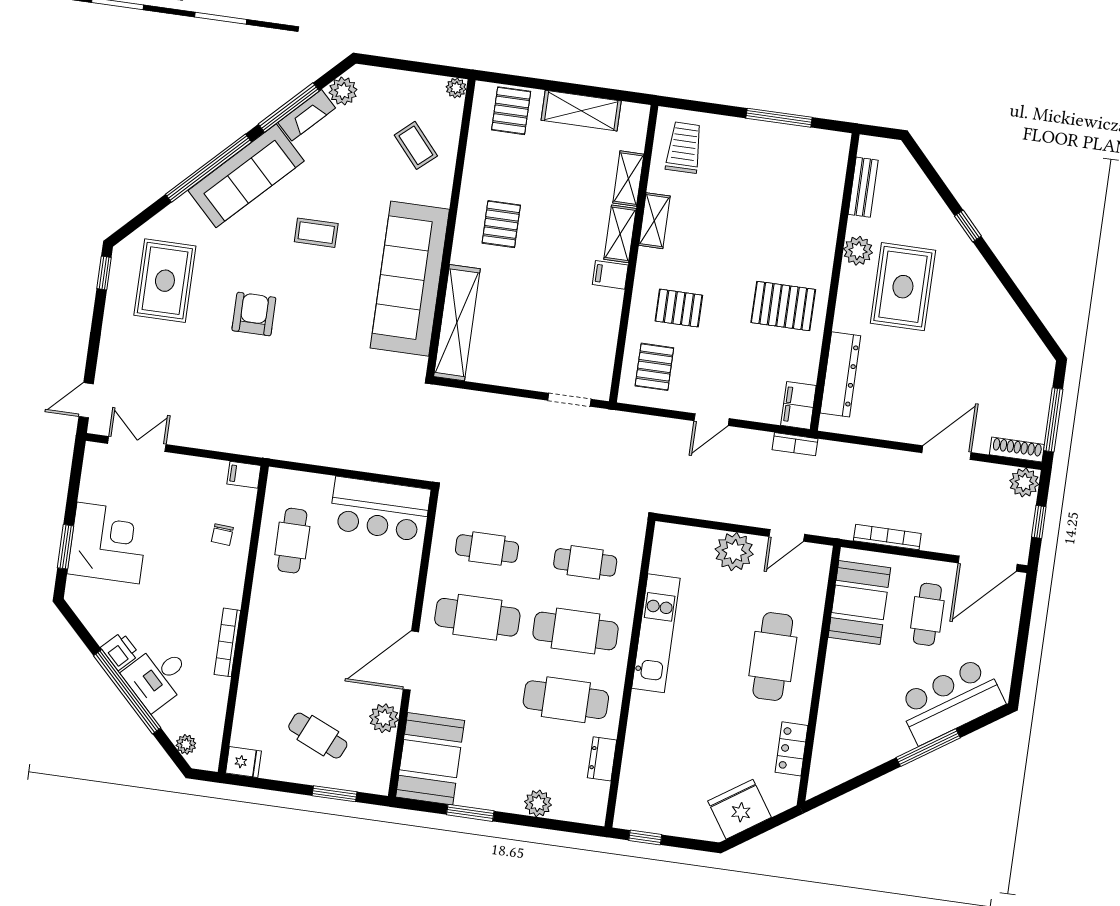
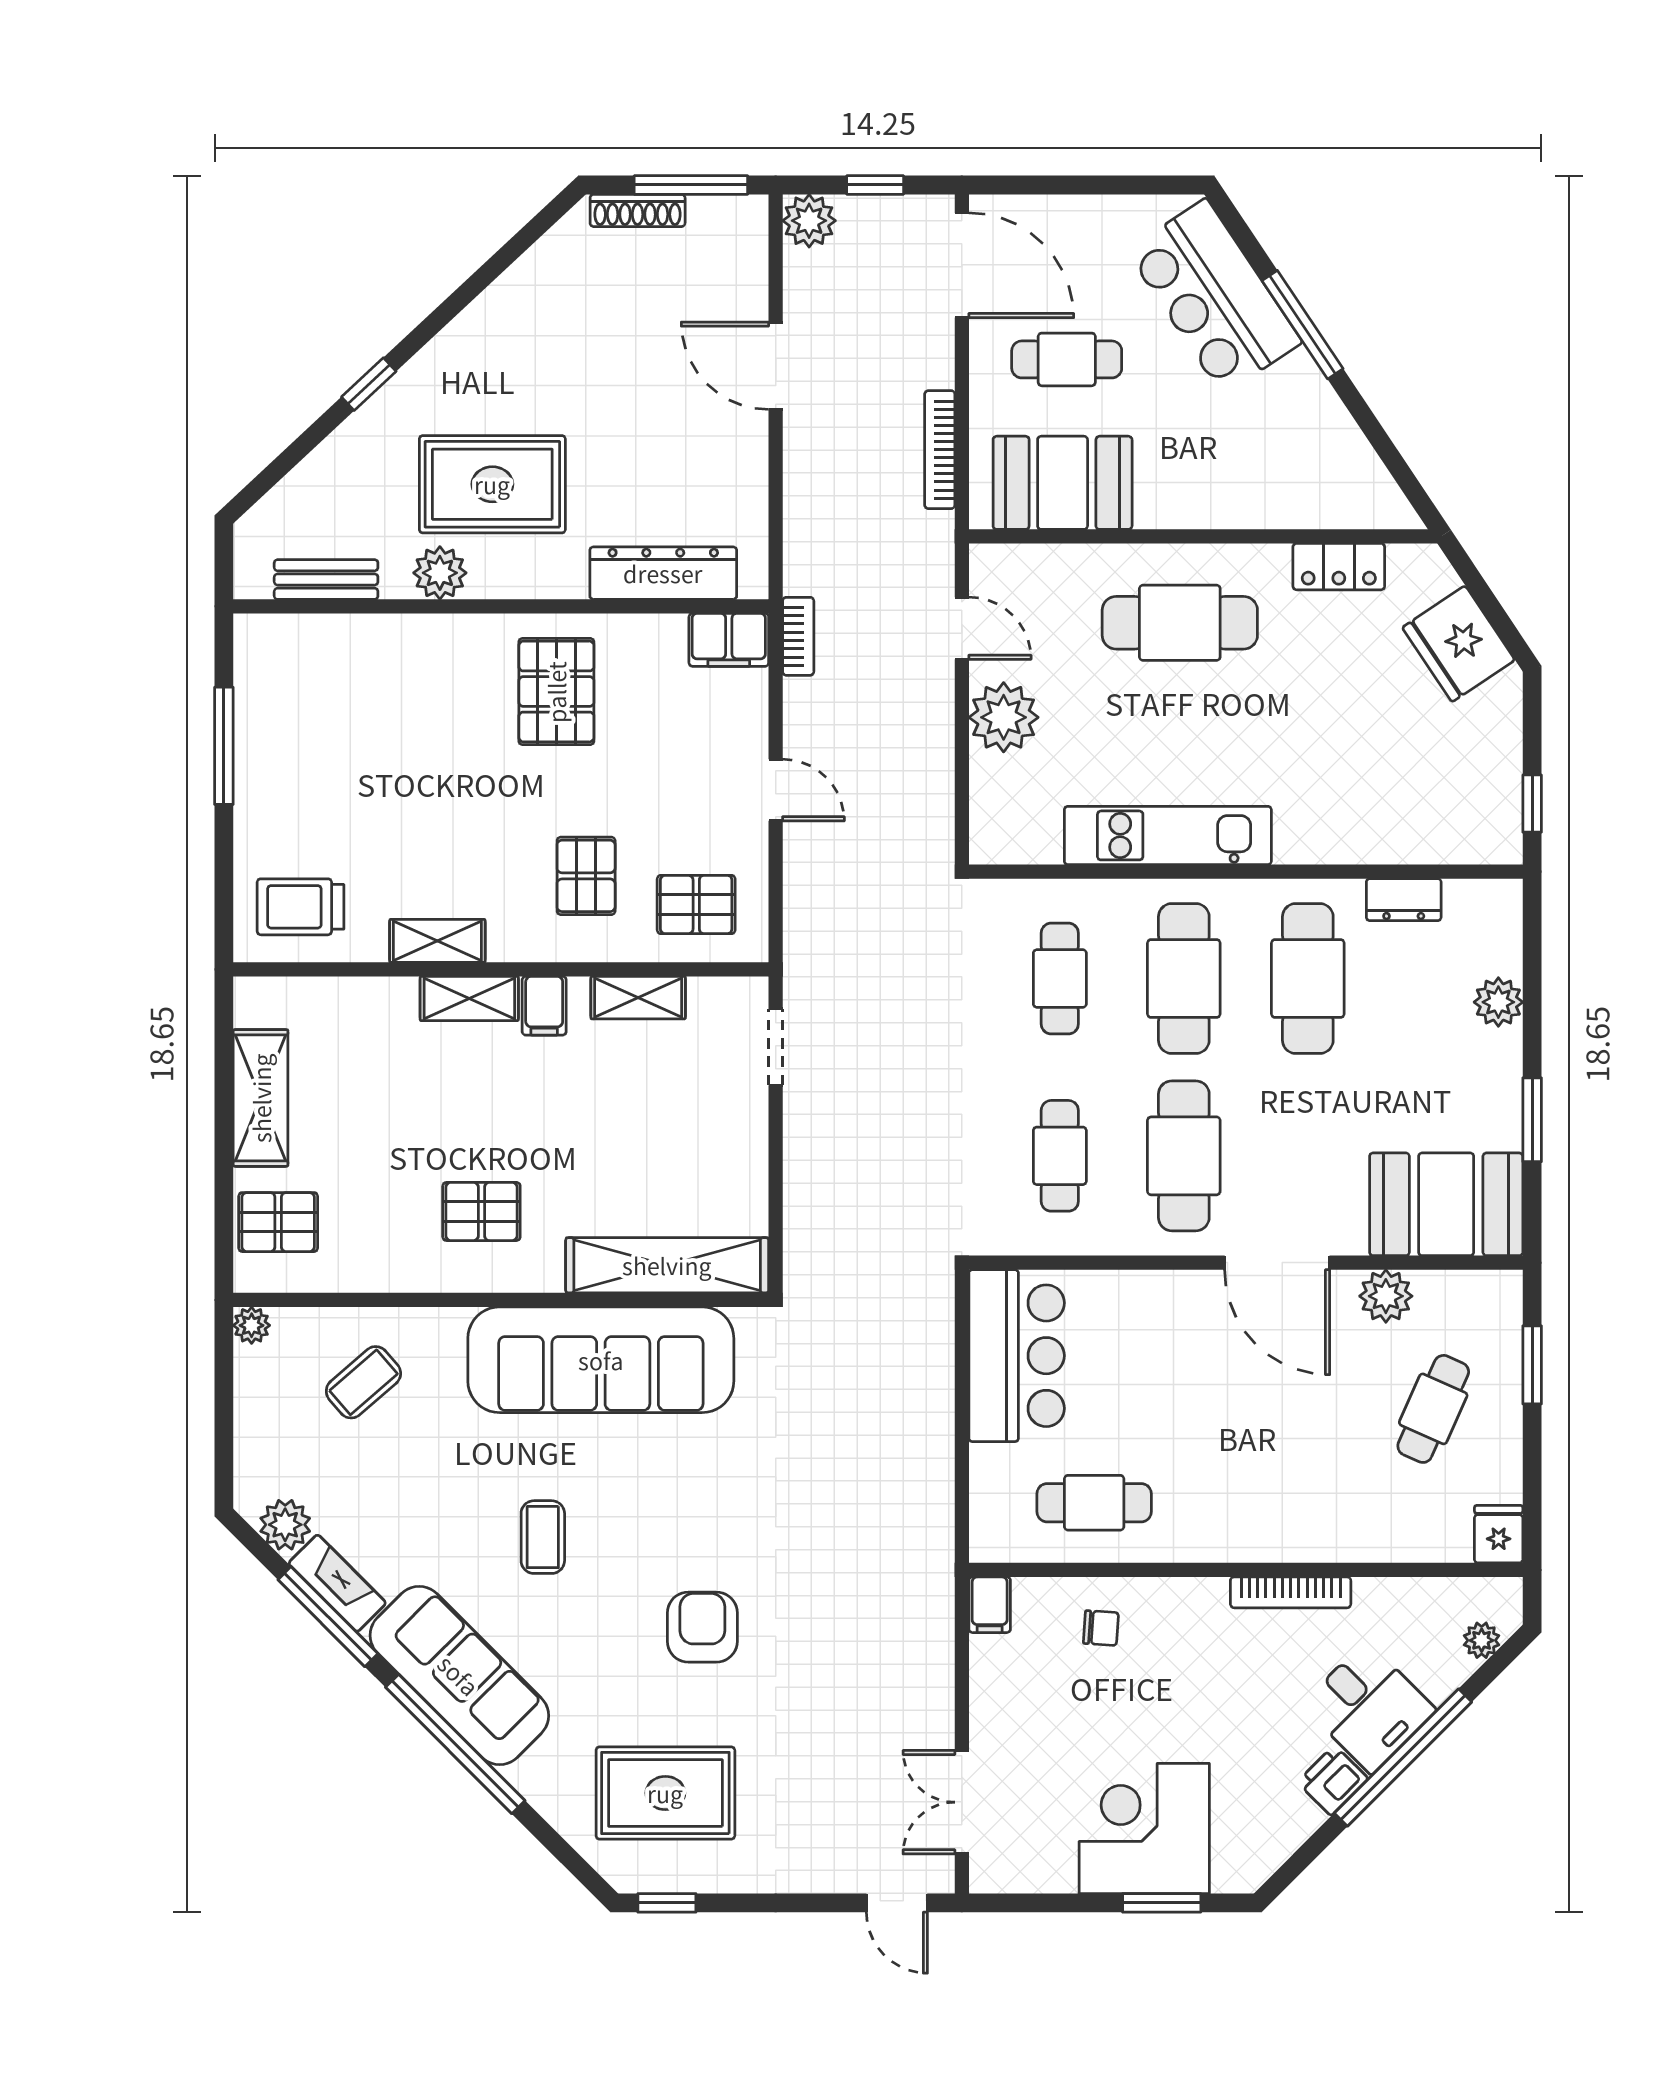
shelving: (628, 179) -> (638, 998), moved
armchair: (254, 314) -> (702, 1627), turned 90
shoe rack: (1017, 450) -> (638, 210), moved, turned -90

